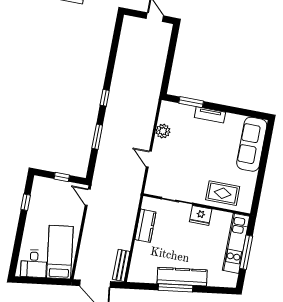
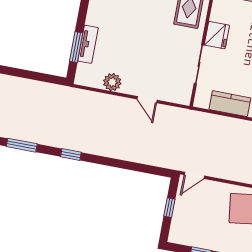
tv unit: (210, 115) -> (88, 44), moved
window: (97, 137) -> (22, 145), moved
door: (149, 159) -> (147, 100), hinge flipped

